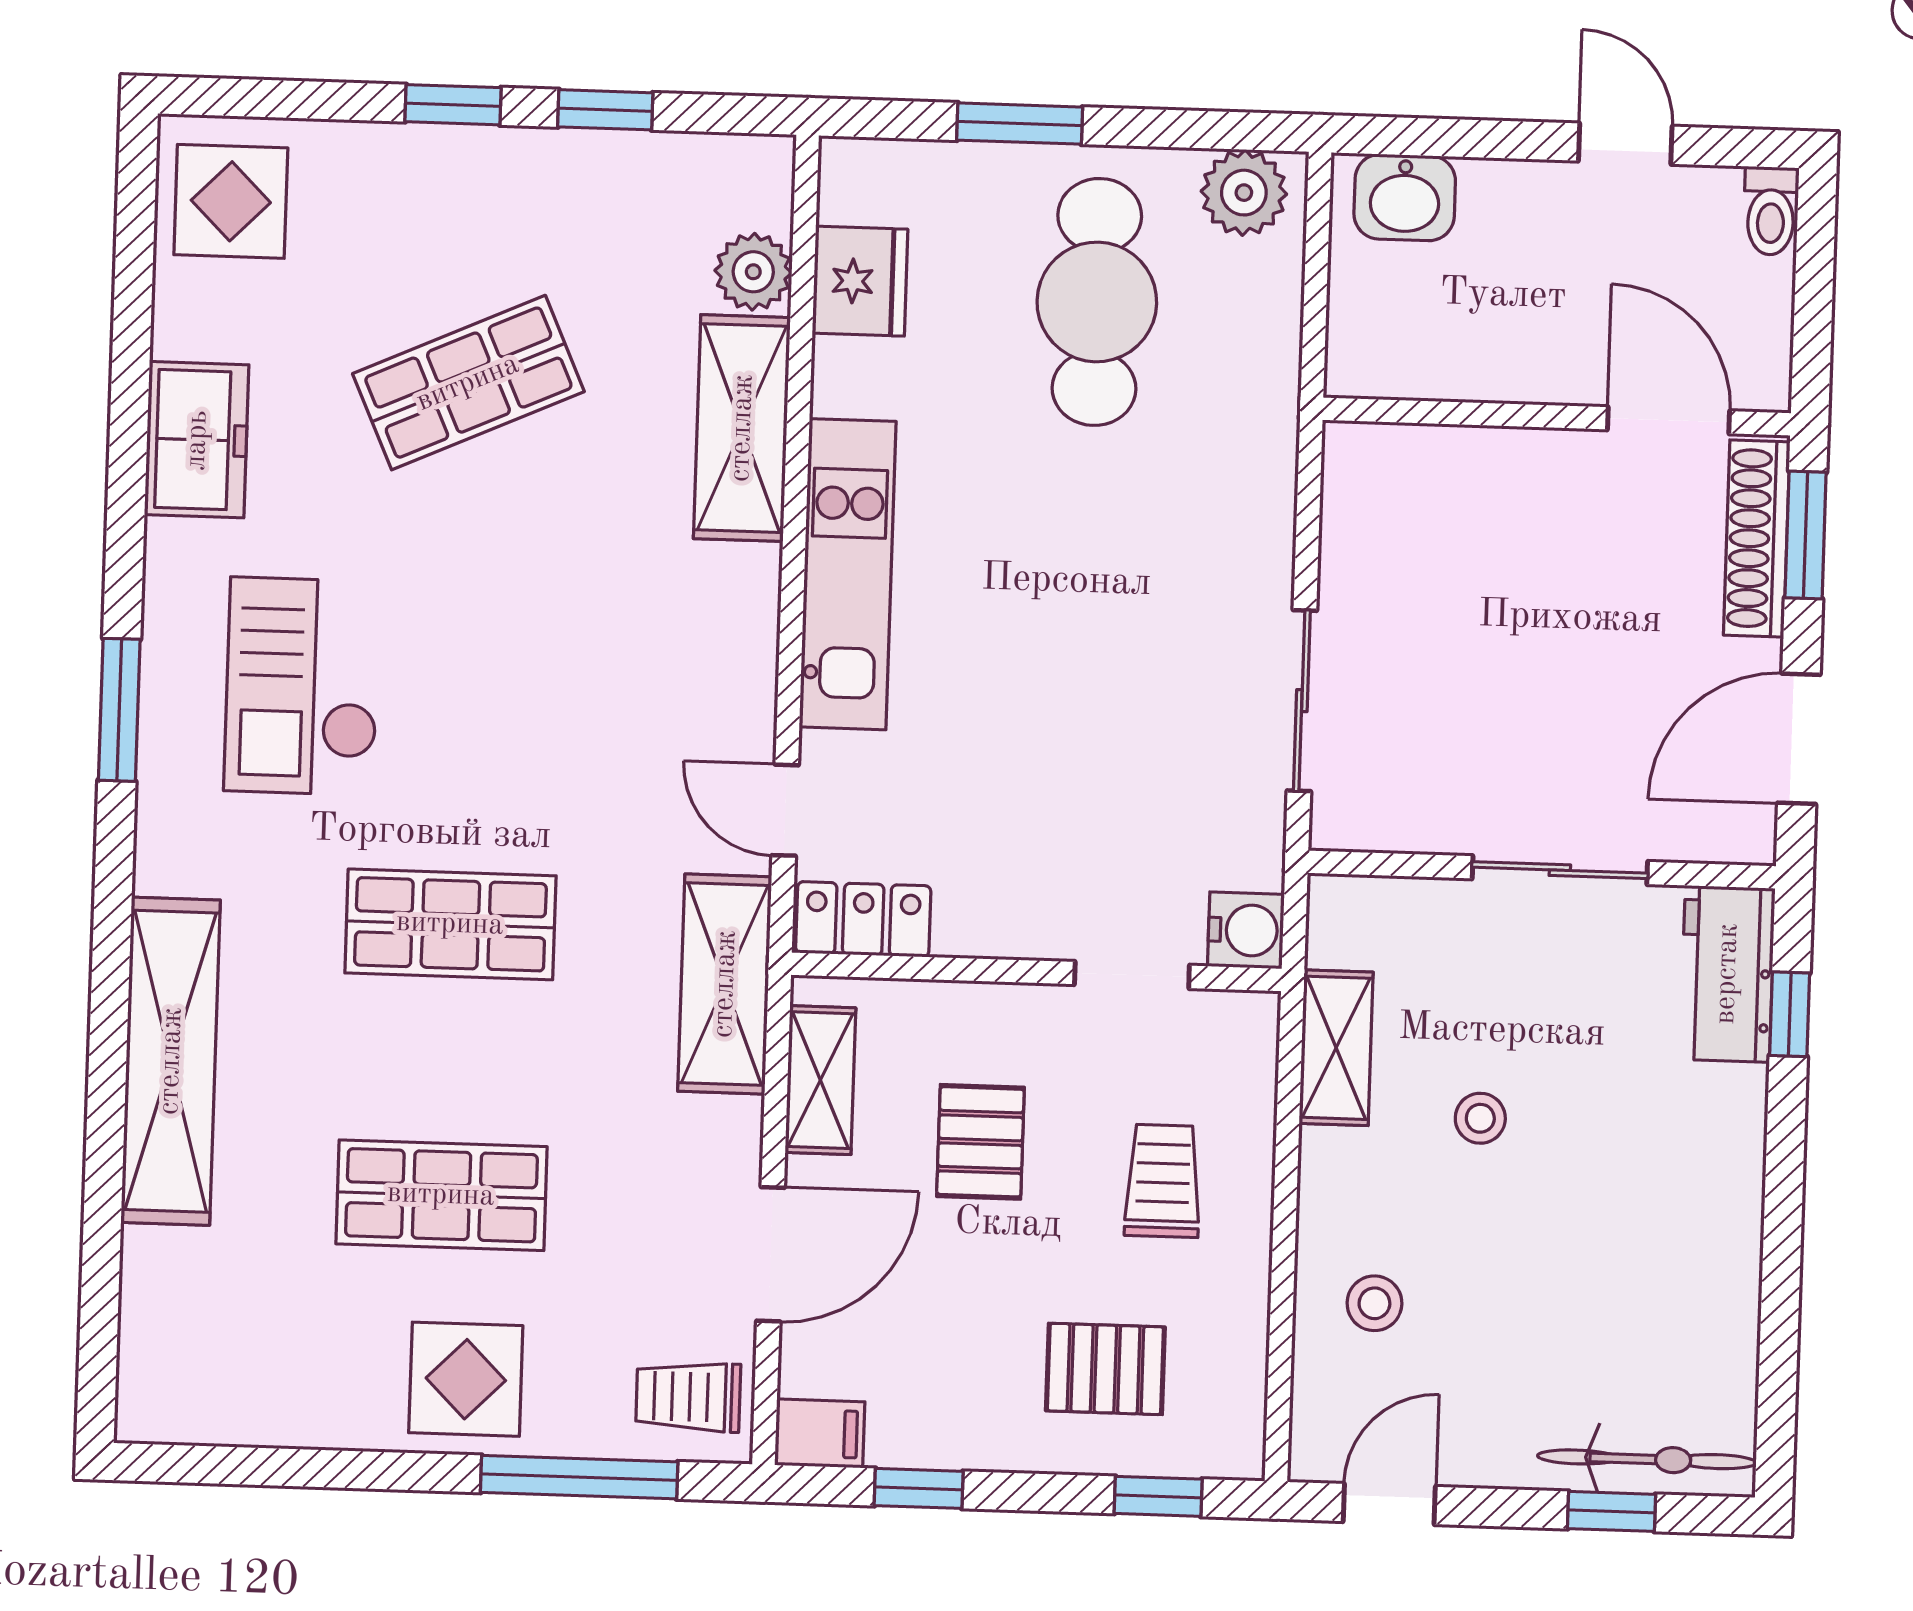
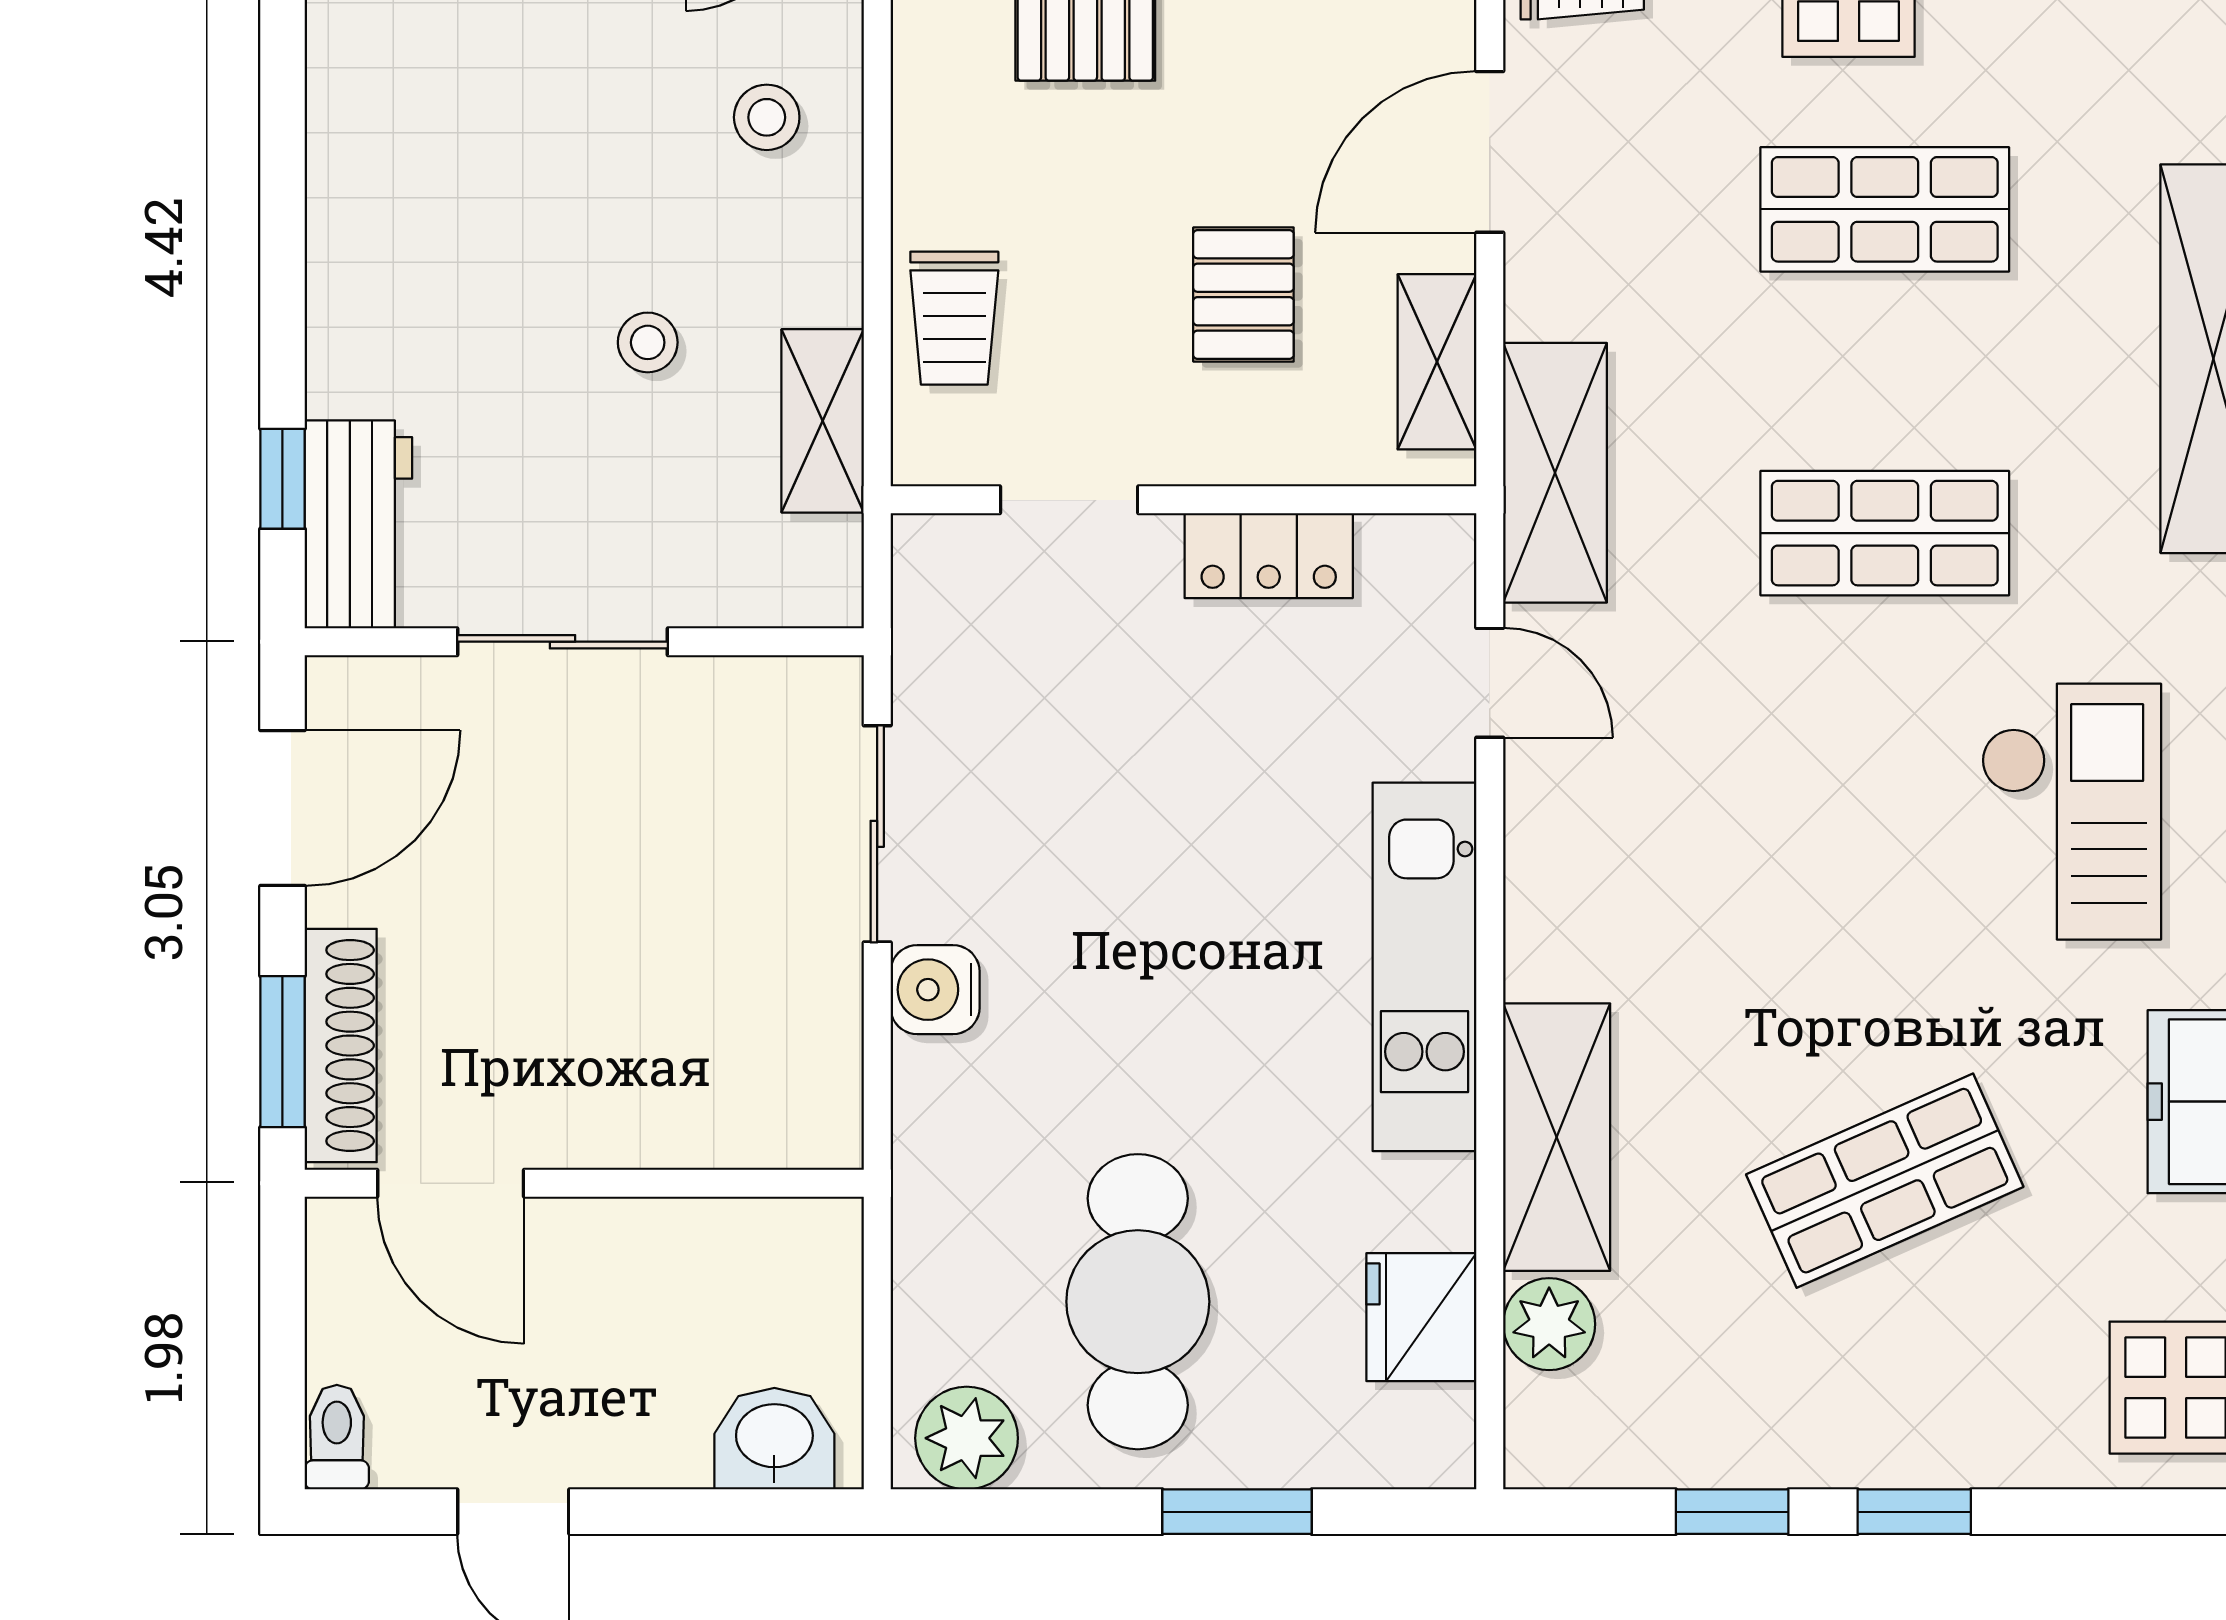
locker: (863, 919) -> (1269, 556), moved
water cooler: (1246, 930) -> (935, 990), moved
trolley: (1163, 1181) -> (954, 318), moved

